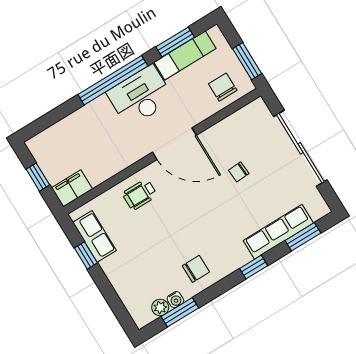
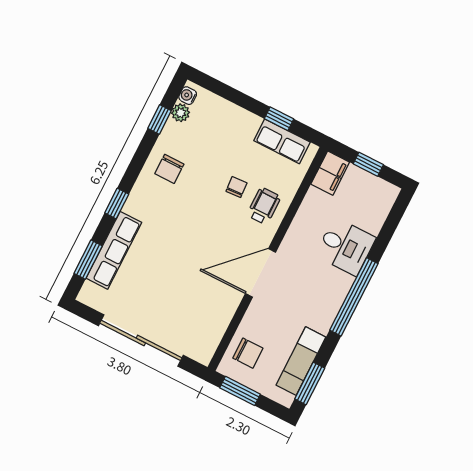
window: (175, 42) -> (310, 384), moved
desk: (140, 96) -> (345, 247), moved, width x0.73
chair: (239, 172) -> (236, 187), moved
water cooler: (175, 300) -> (188, 96), moved
window: (180, 312) -> (160, 119), width x0.67

